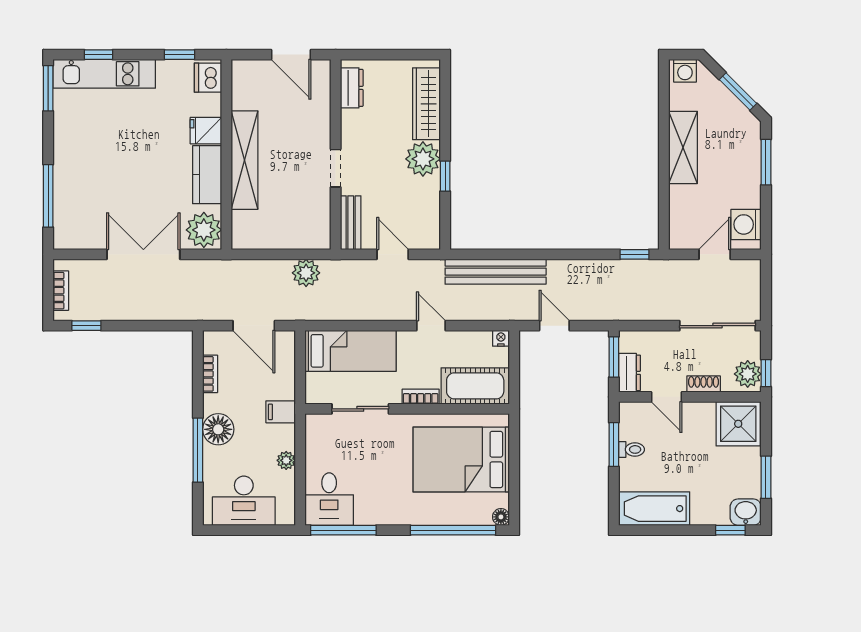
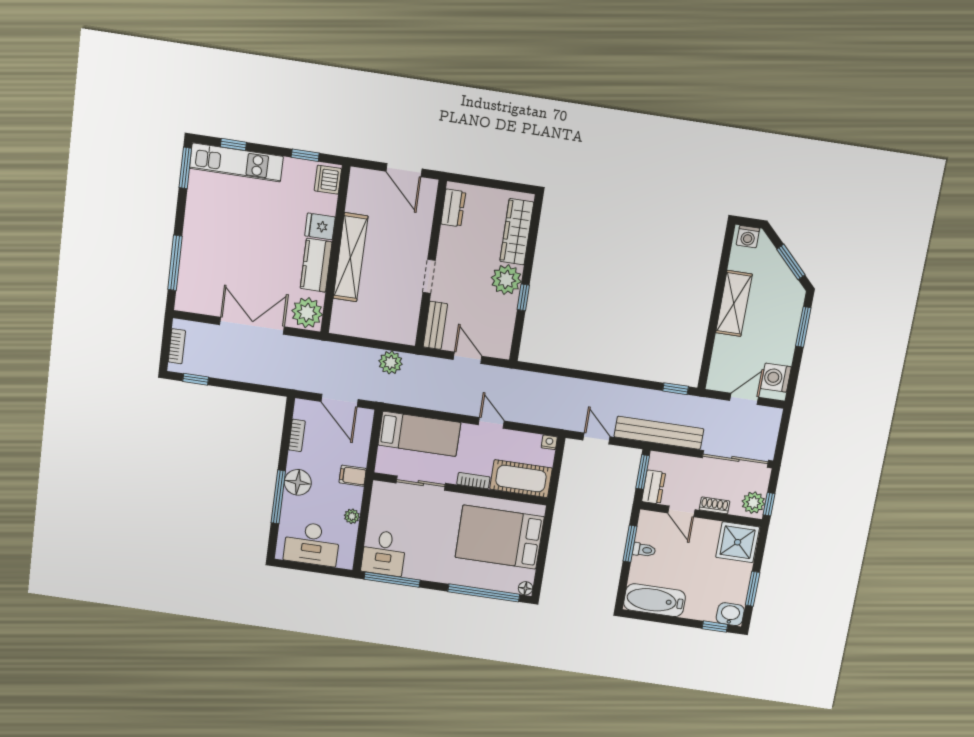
bench: (496, 272) -> (659, 433), moved

